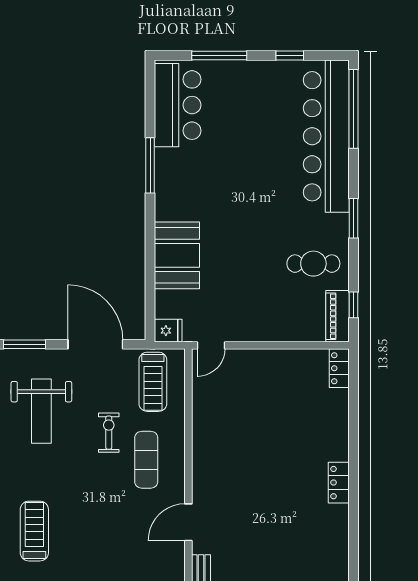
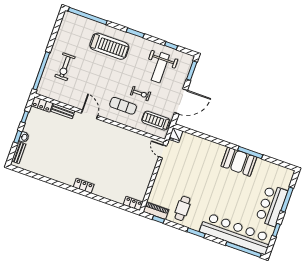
bar counter: (178, 105) -> (272, 205), moved, turned 90
booth: (177, 255) -> (239, 162), moved
weight bench: (41, 411) -> (160, 68), turned -90
treadmill: (34, 531) -> (109, 46), width x1.37, depth x1.38

